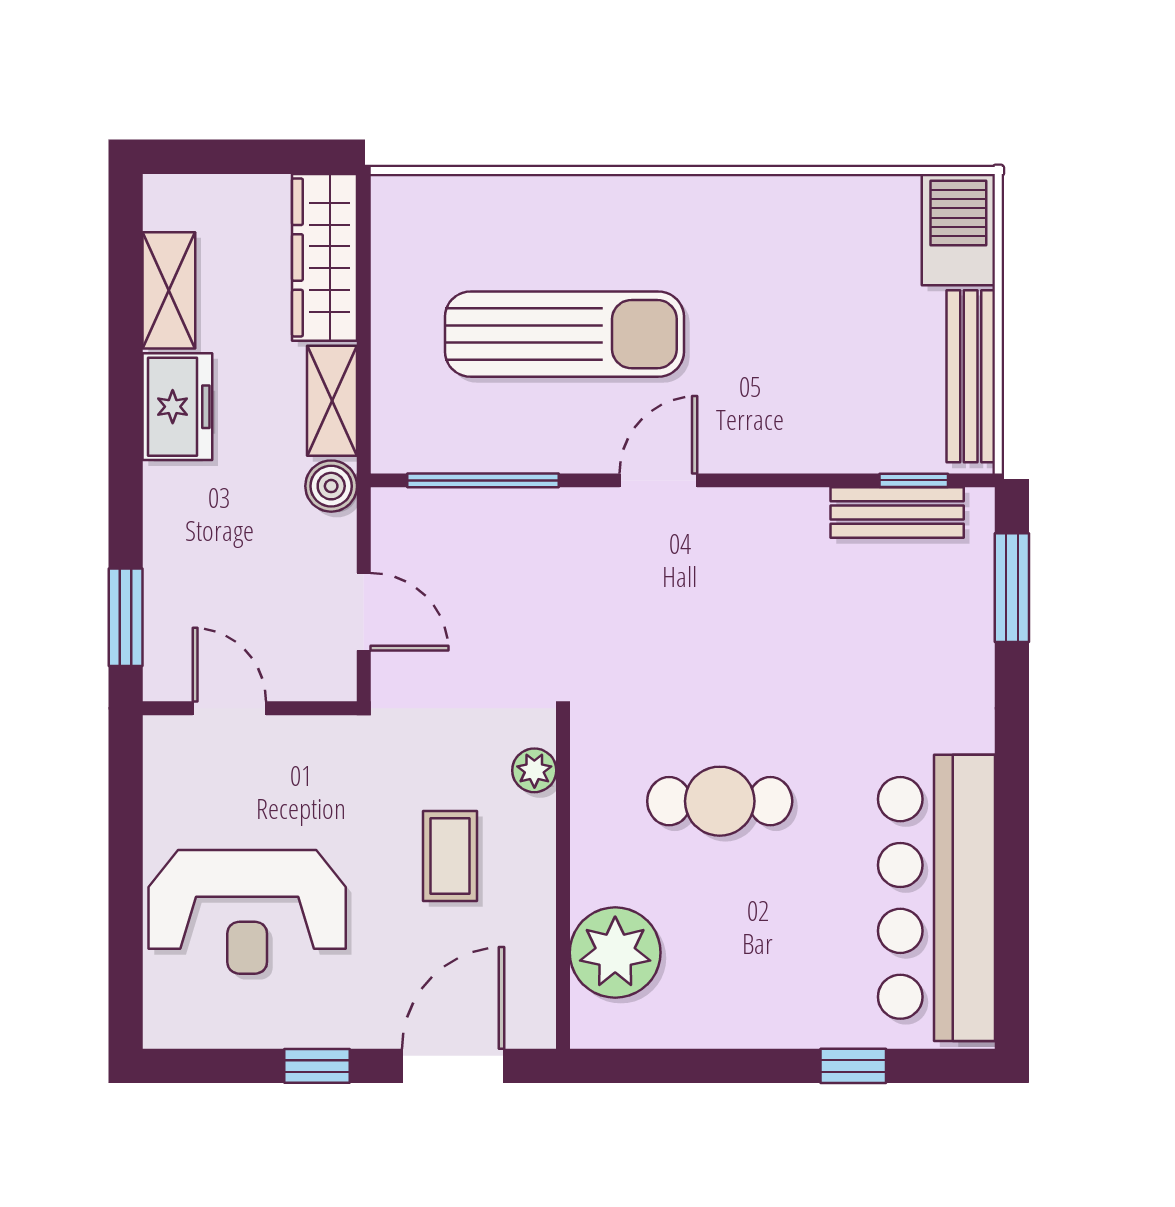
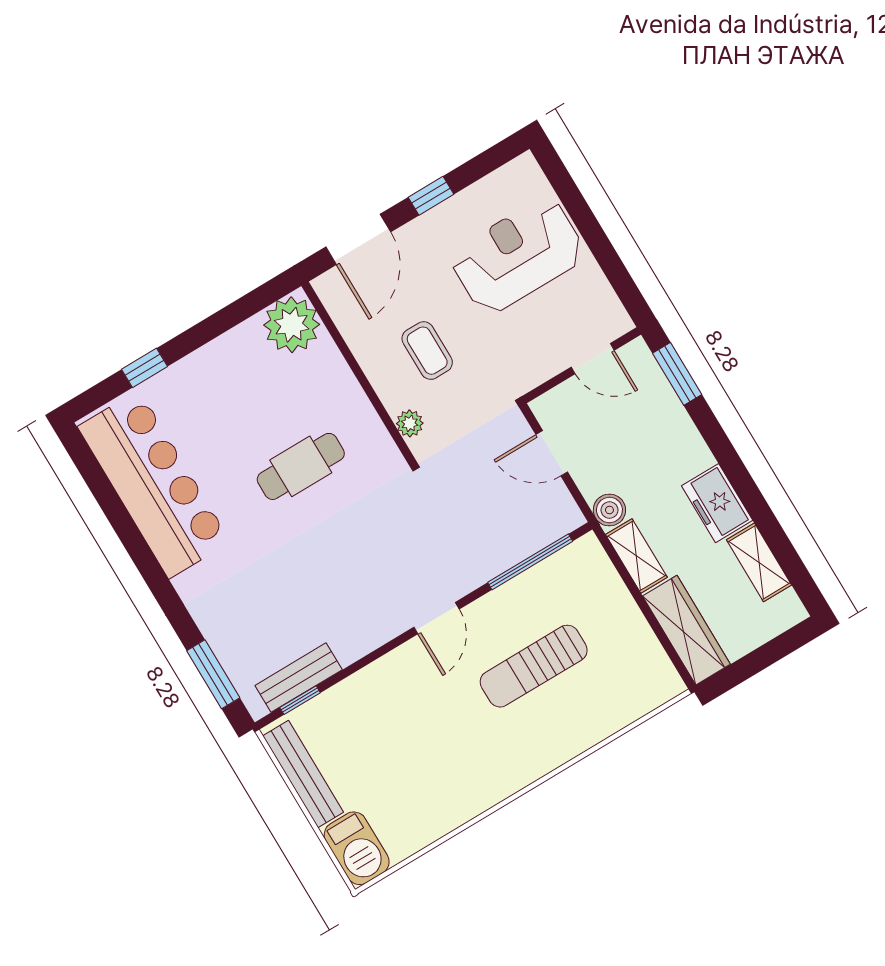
sun lounger: (564, 334) -> (534, 666), width x0.73, depth x0.75
plant: (615, 953) -> (292, 325), moved

